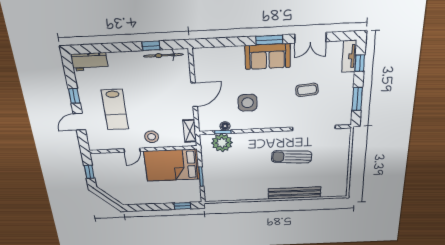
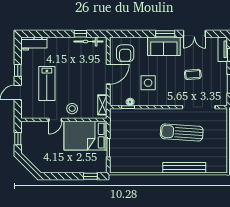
armchair: (215, 68) -> (125, 53), added
plant: (222, 143) -> (127, 117), removed
sun lounger: (292, 157) -> (182, 132), width x1.36, depth x1.34

